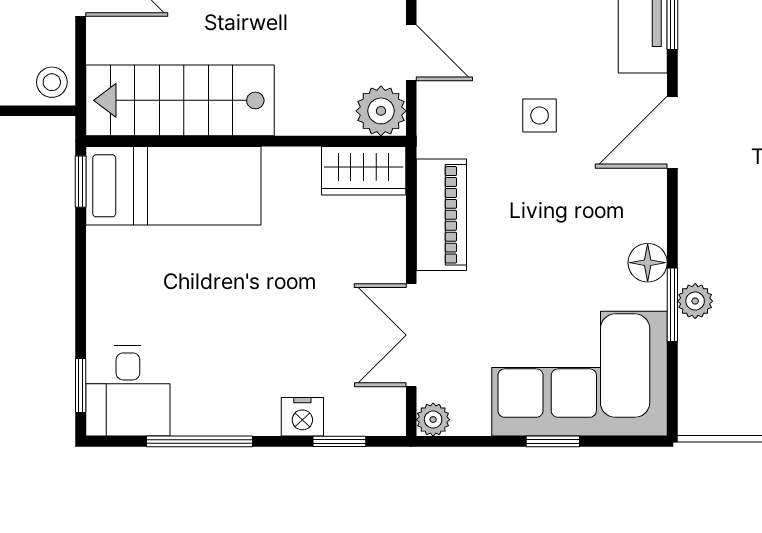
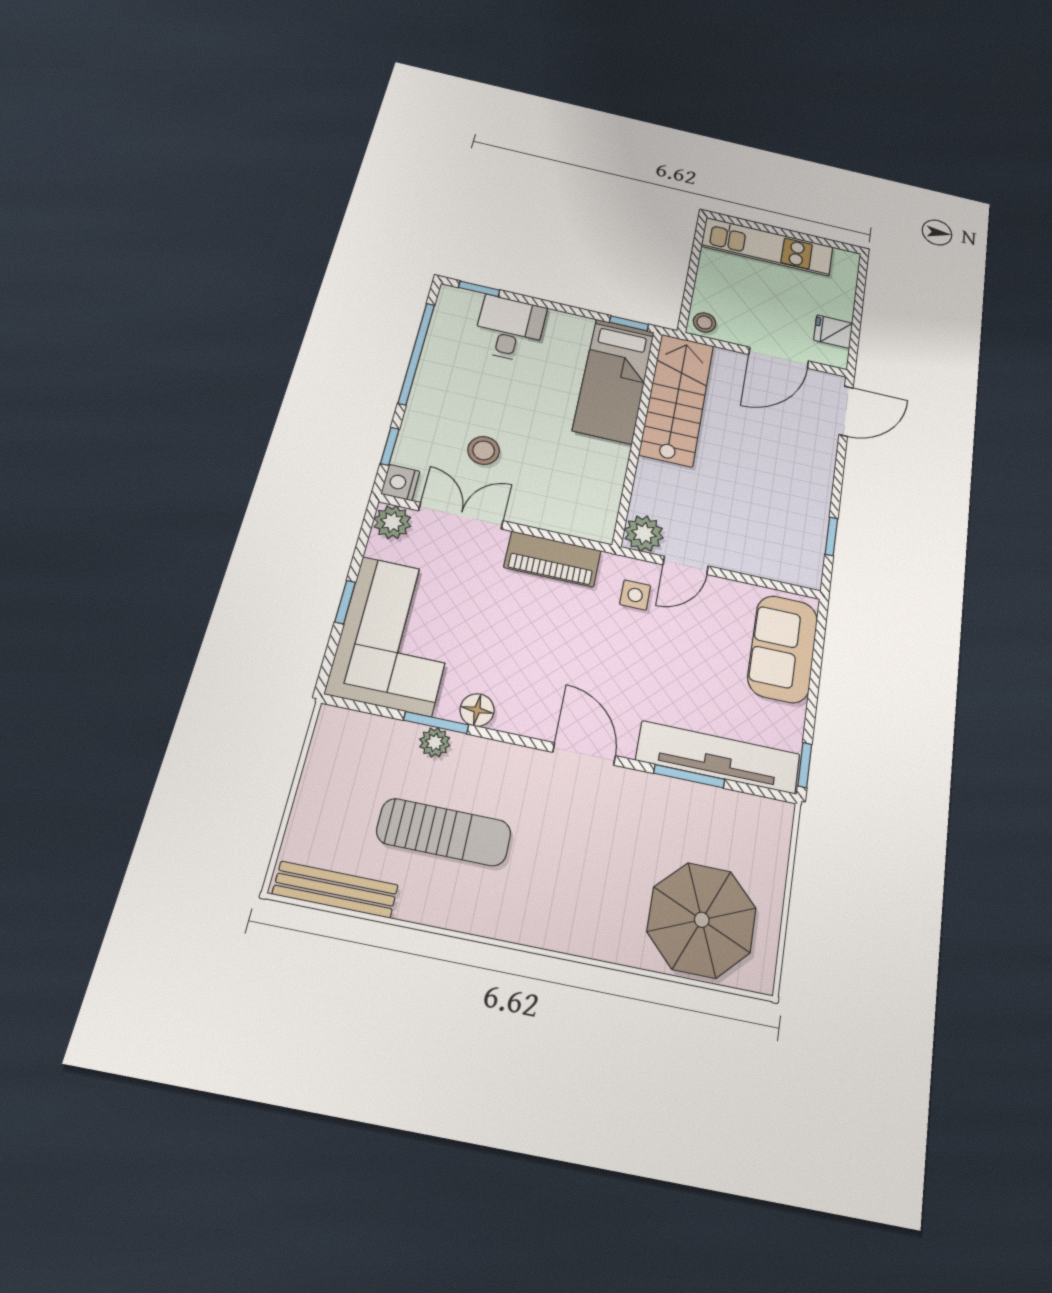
side table: (540, 116) -> (635, 595), moved
wardrobe: (364, 171) -> (599, 511), removed
stool: (316, 328) -> (484, 450), added
desk: (128, 391) -> (510, 329), moved, turned 90
nightstand: (302, 417) -> (400, 483), moved
plant: (433, 420) -> (392, 522), width x1.38, depth x1.38
window: (200, 441) -> (416, 353), width x1.46

